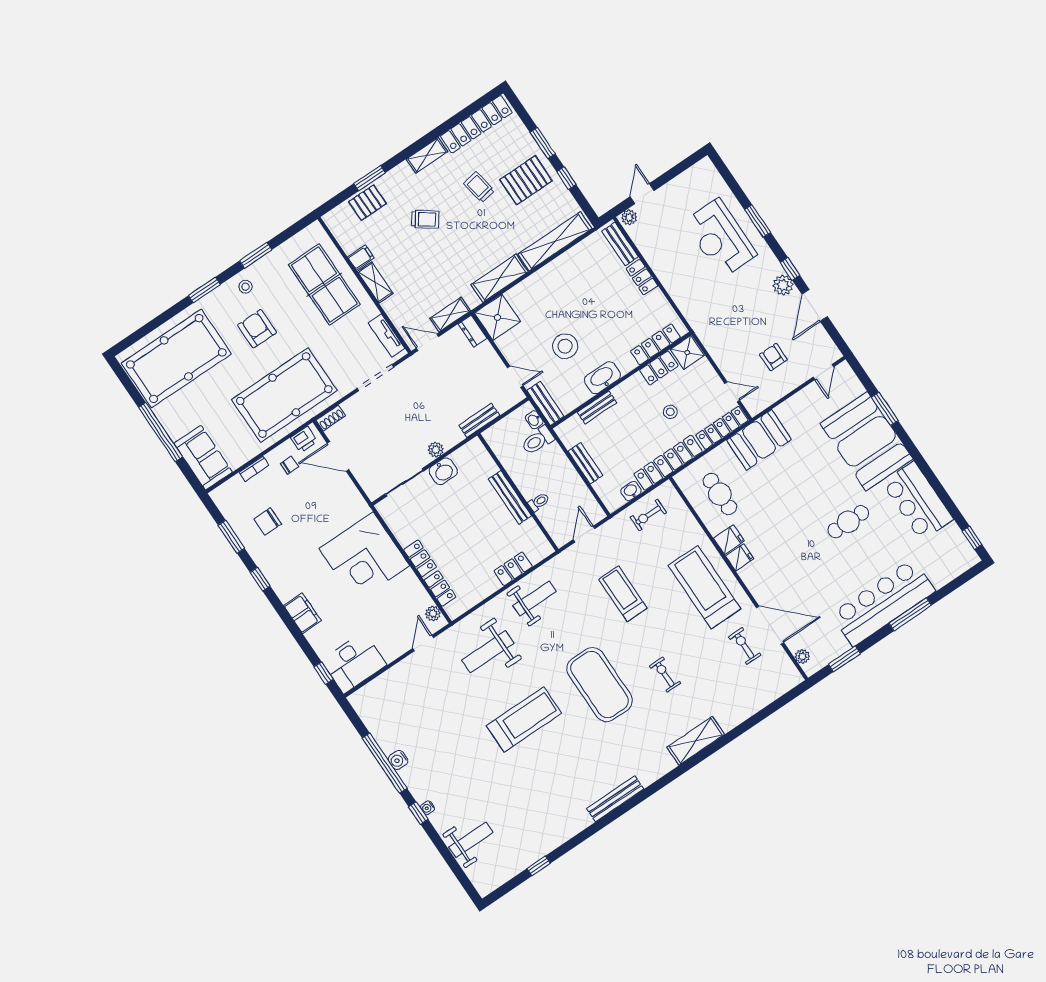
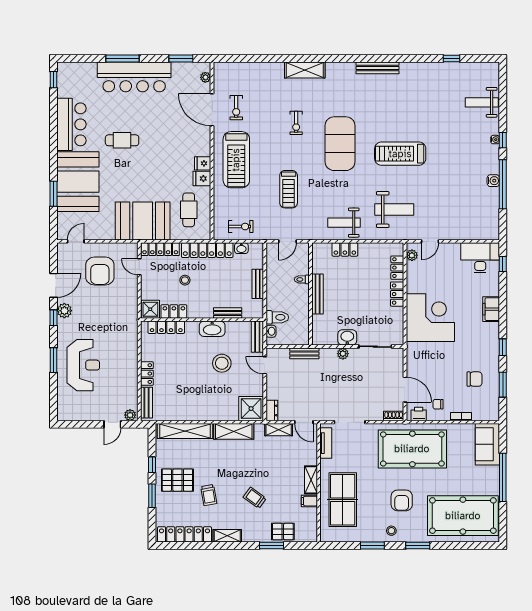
armchair: (773, 357) -> (100, 271), width x1.88, depth x1.88
booth: (759, 440) -> (143, 221), width x1.36, depth x1.42

